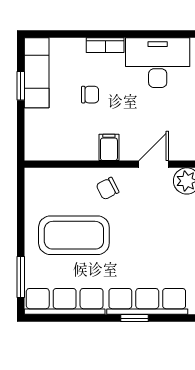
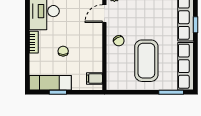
filing cabinet: (109, 147) -> (94, 78), moved
door: (154, 164) -> (104, 14), hinge flipped

